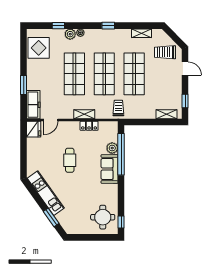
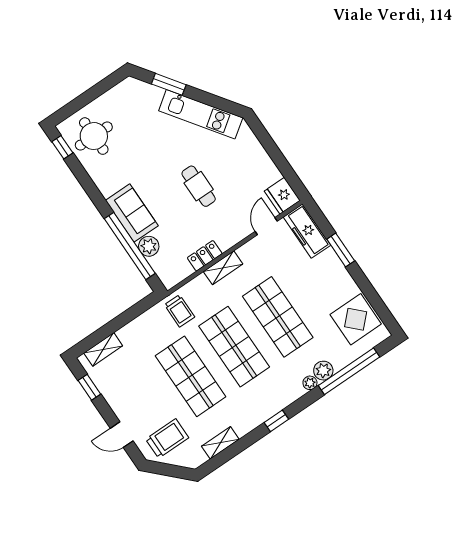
window: (58, 26) -> (349, 371), width x3.17

